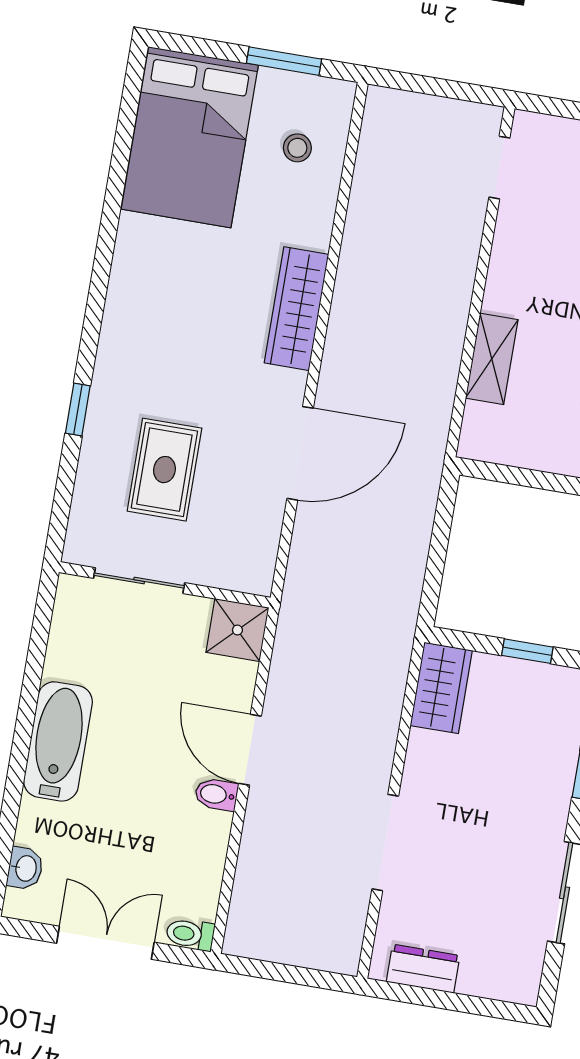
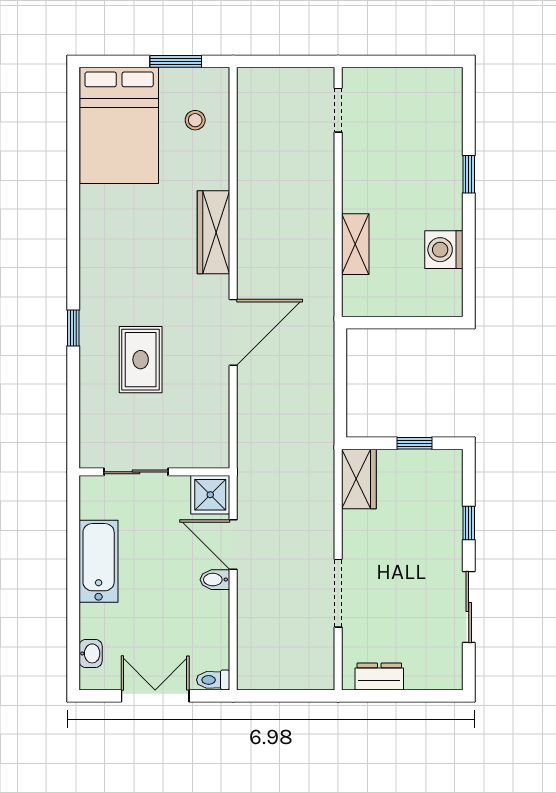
sliding door: (139, 581) -> (136, 472), moved
wall: (165, 585) -> (154, 472), moved
shower: (237, 630) -> (210, 495), moved

